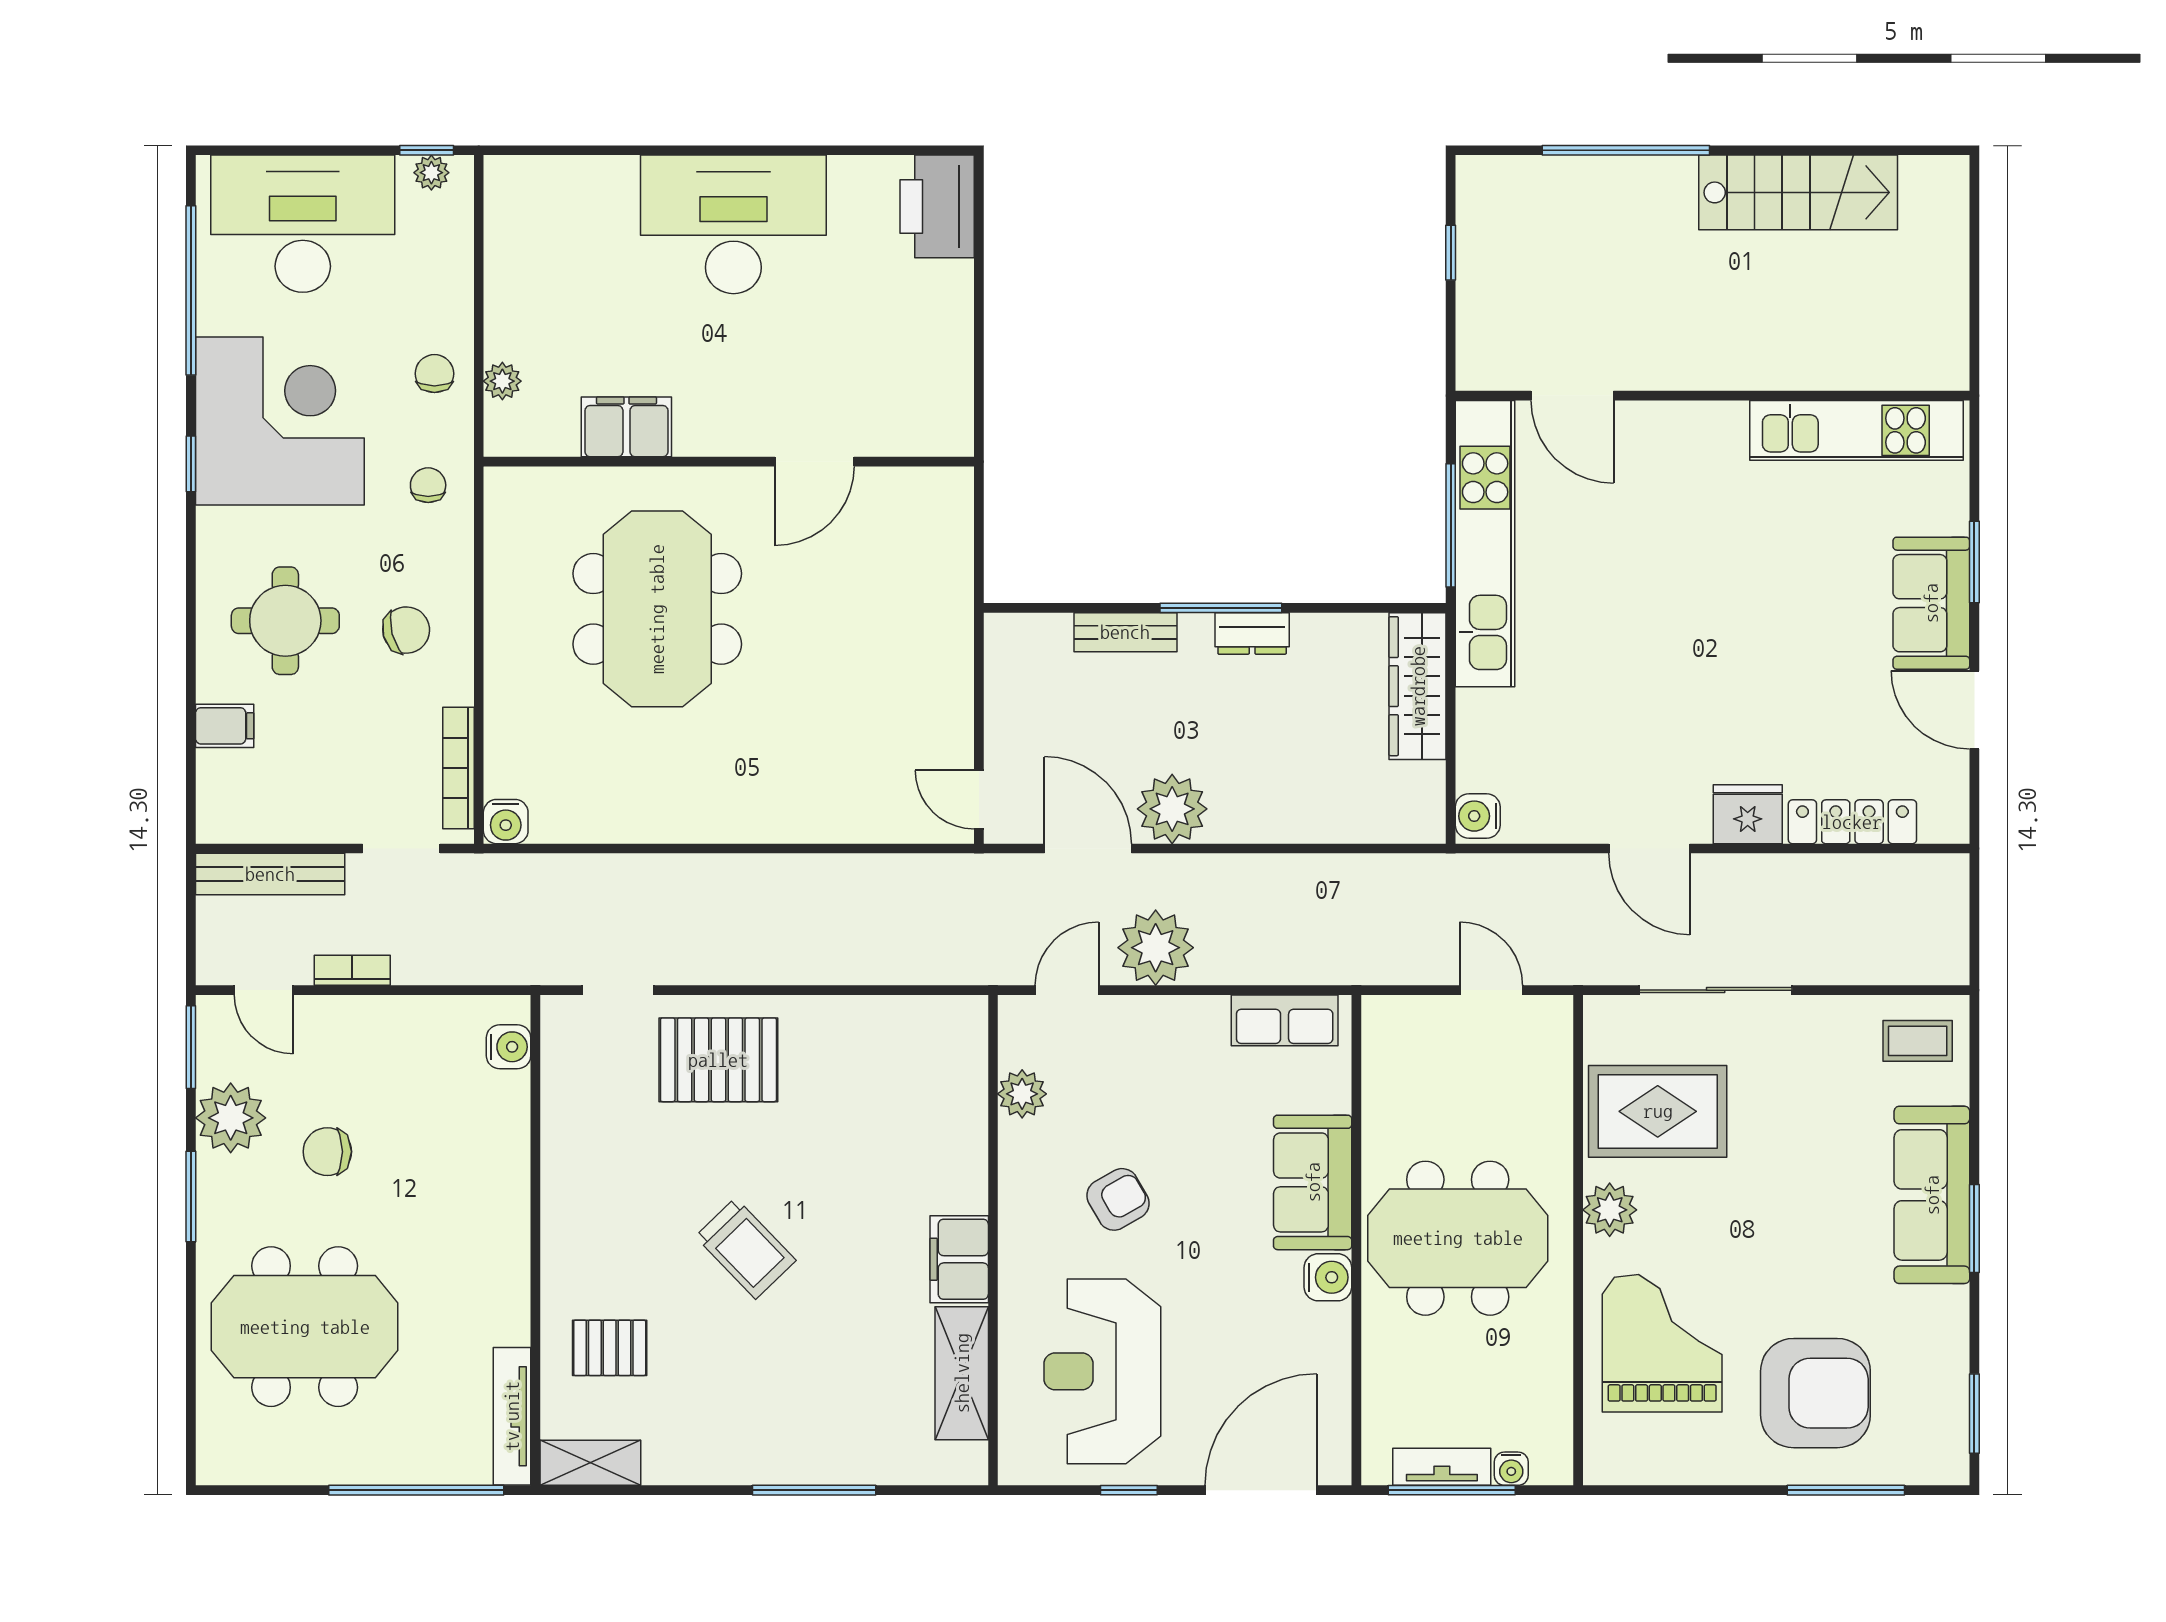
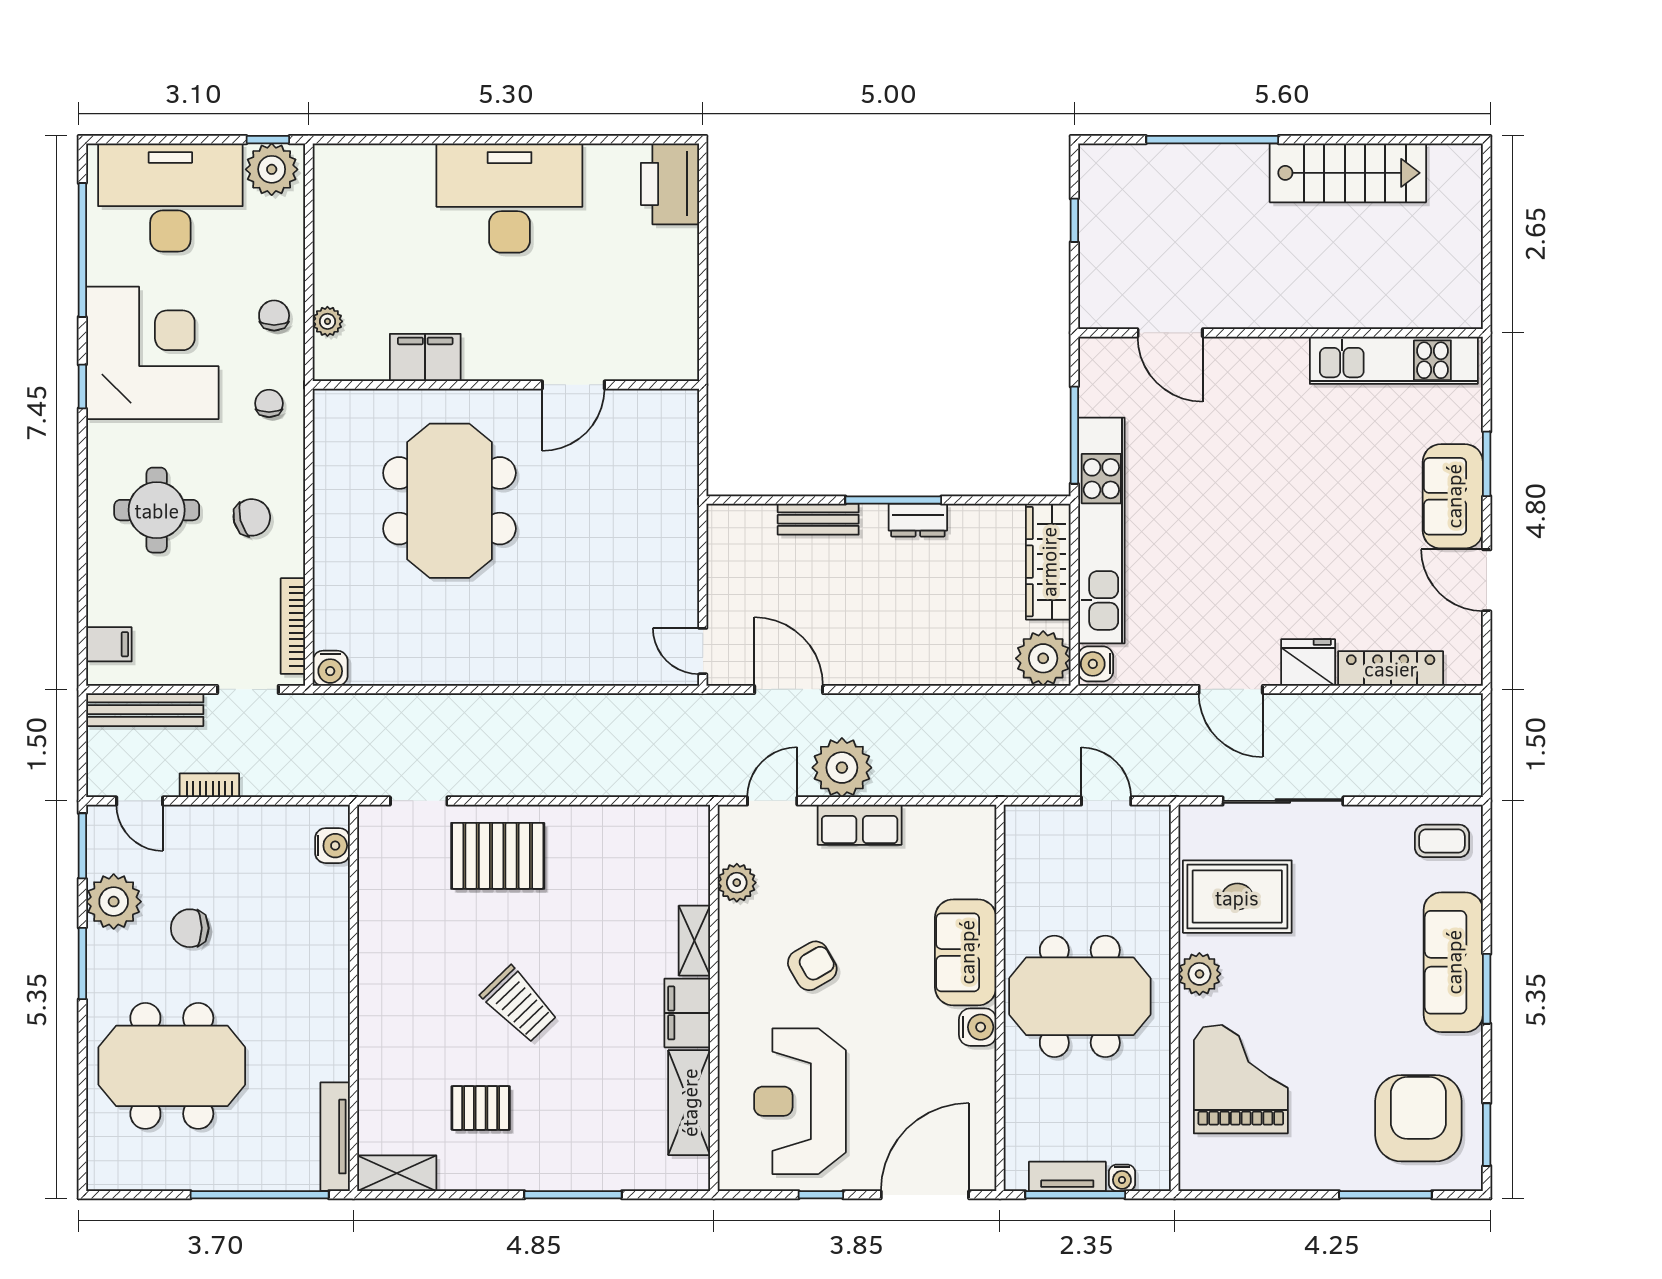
plant: (431, 173) -> (272, 169), width x1.87, depth x1.87
kitchen unit: (1485, 544) -> (1101, 530), moved
filing cabinet: (225, 726) -> (109, 644), moved
plant: (1172, 809) -> (1043, 658), moved
row of seats: (1285, 1020) -> (860, 825), moved
shelving: (968, 1167) -> (694, 941), added
pallet: (610, 1348) -> (481, 1108), moved
armchair: (1815, 1393) -> (1418, 1118), moved, turned -90

